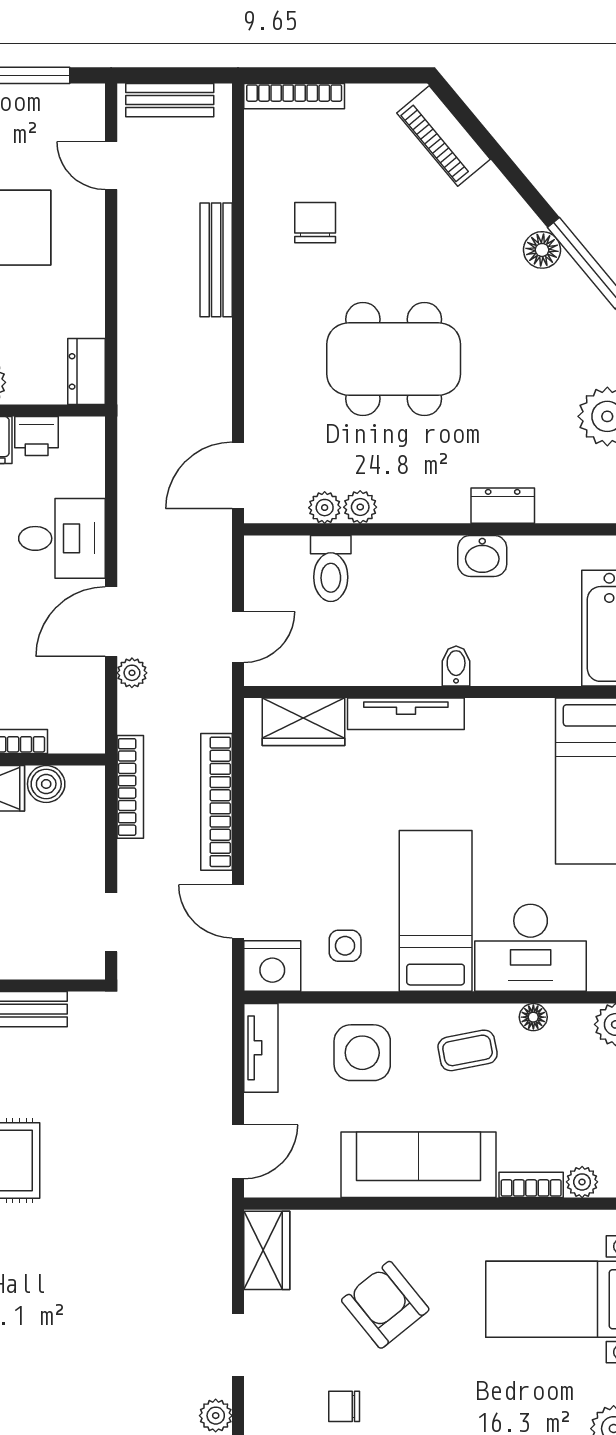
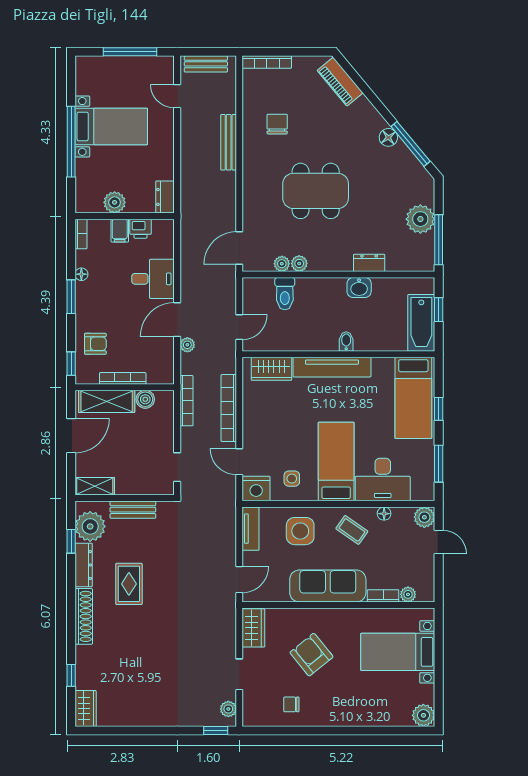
tv unit: (406, 714) -> (332, 367), width x1.36, depth x1.29
coffee table: (468, 1050) -> (352, 530), turned 46

